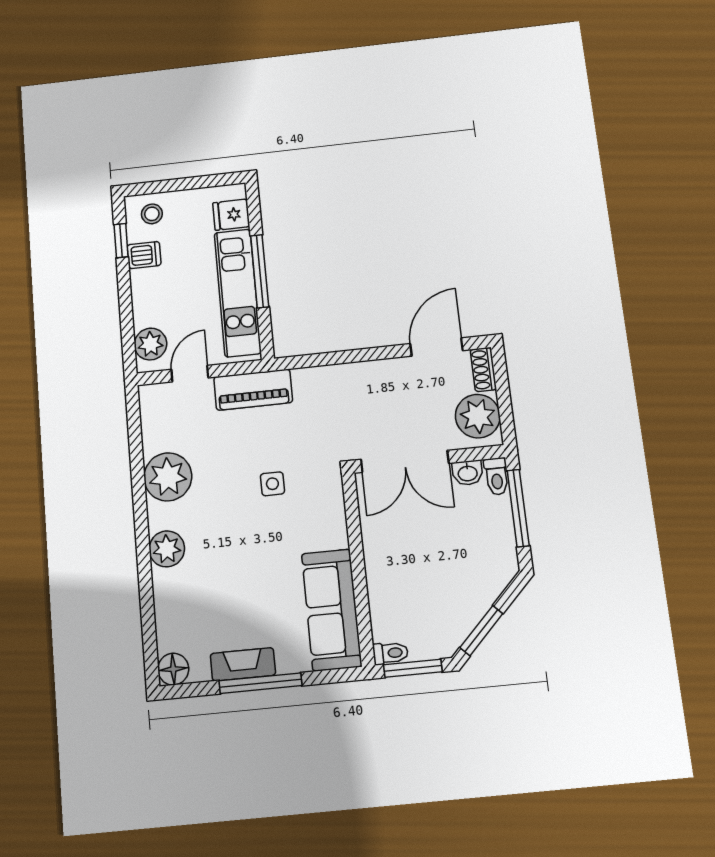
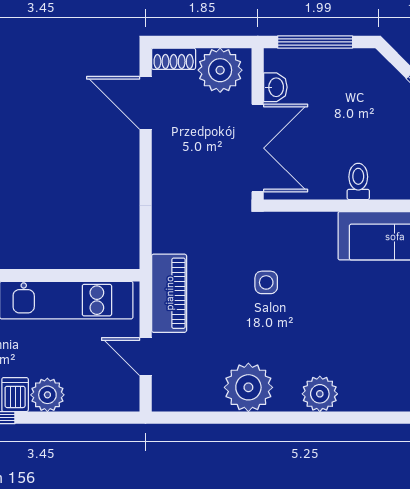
window: (260, 271) -> (46, 275), removed
plant: (150, 344) -> (47, 395), moved
toilet: (496, 476) -> (358, 181), moved, turned -90

